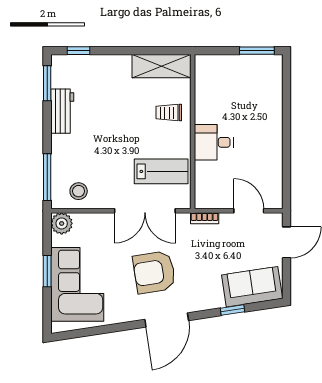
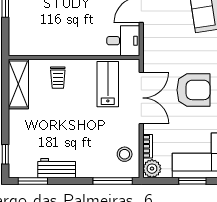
desk: (214, 142) -> (123, 41), moved, turned -90
bookcase: (205, 218) -> (148, 146), moved
armchair: (154, 272) -> (193, 90), turned -81

